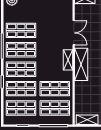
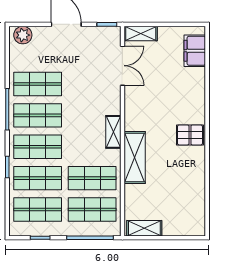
double door: (74, 33) -> (122, 66), moved
shelving: (81, 64) -> (135, 157), moved

